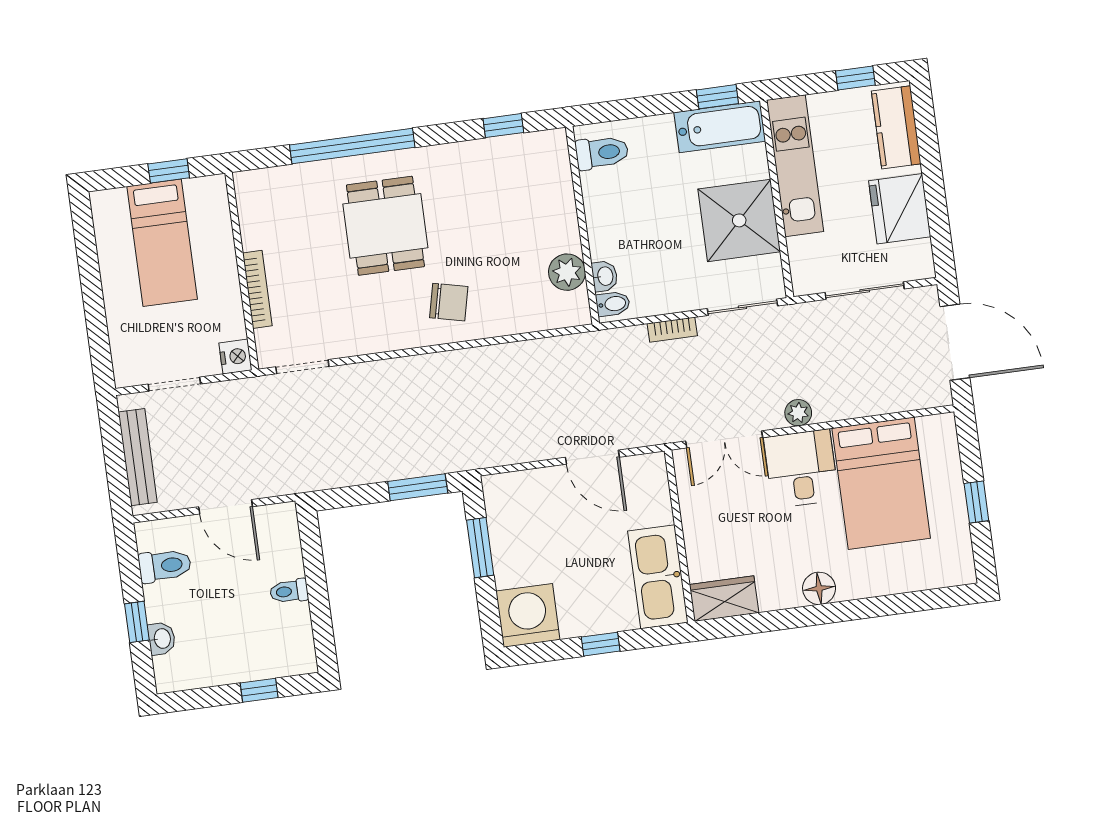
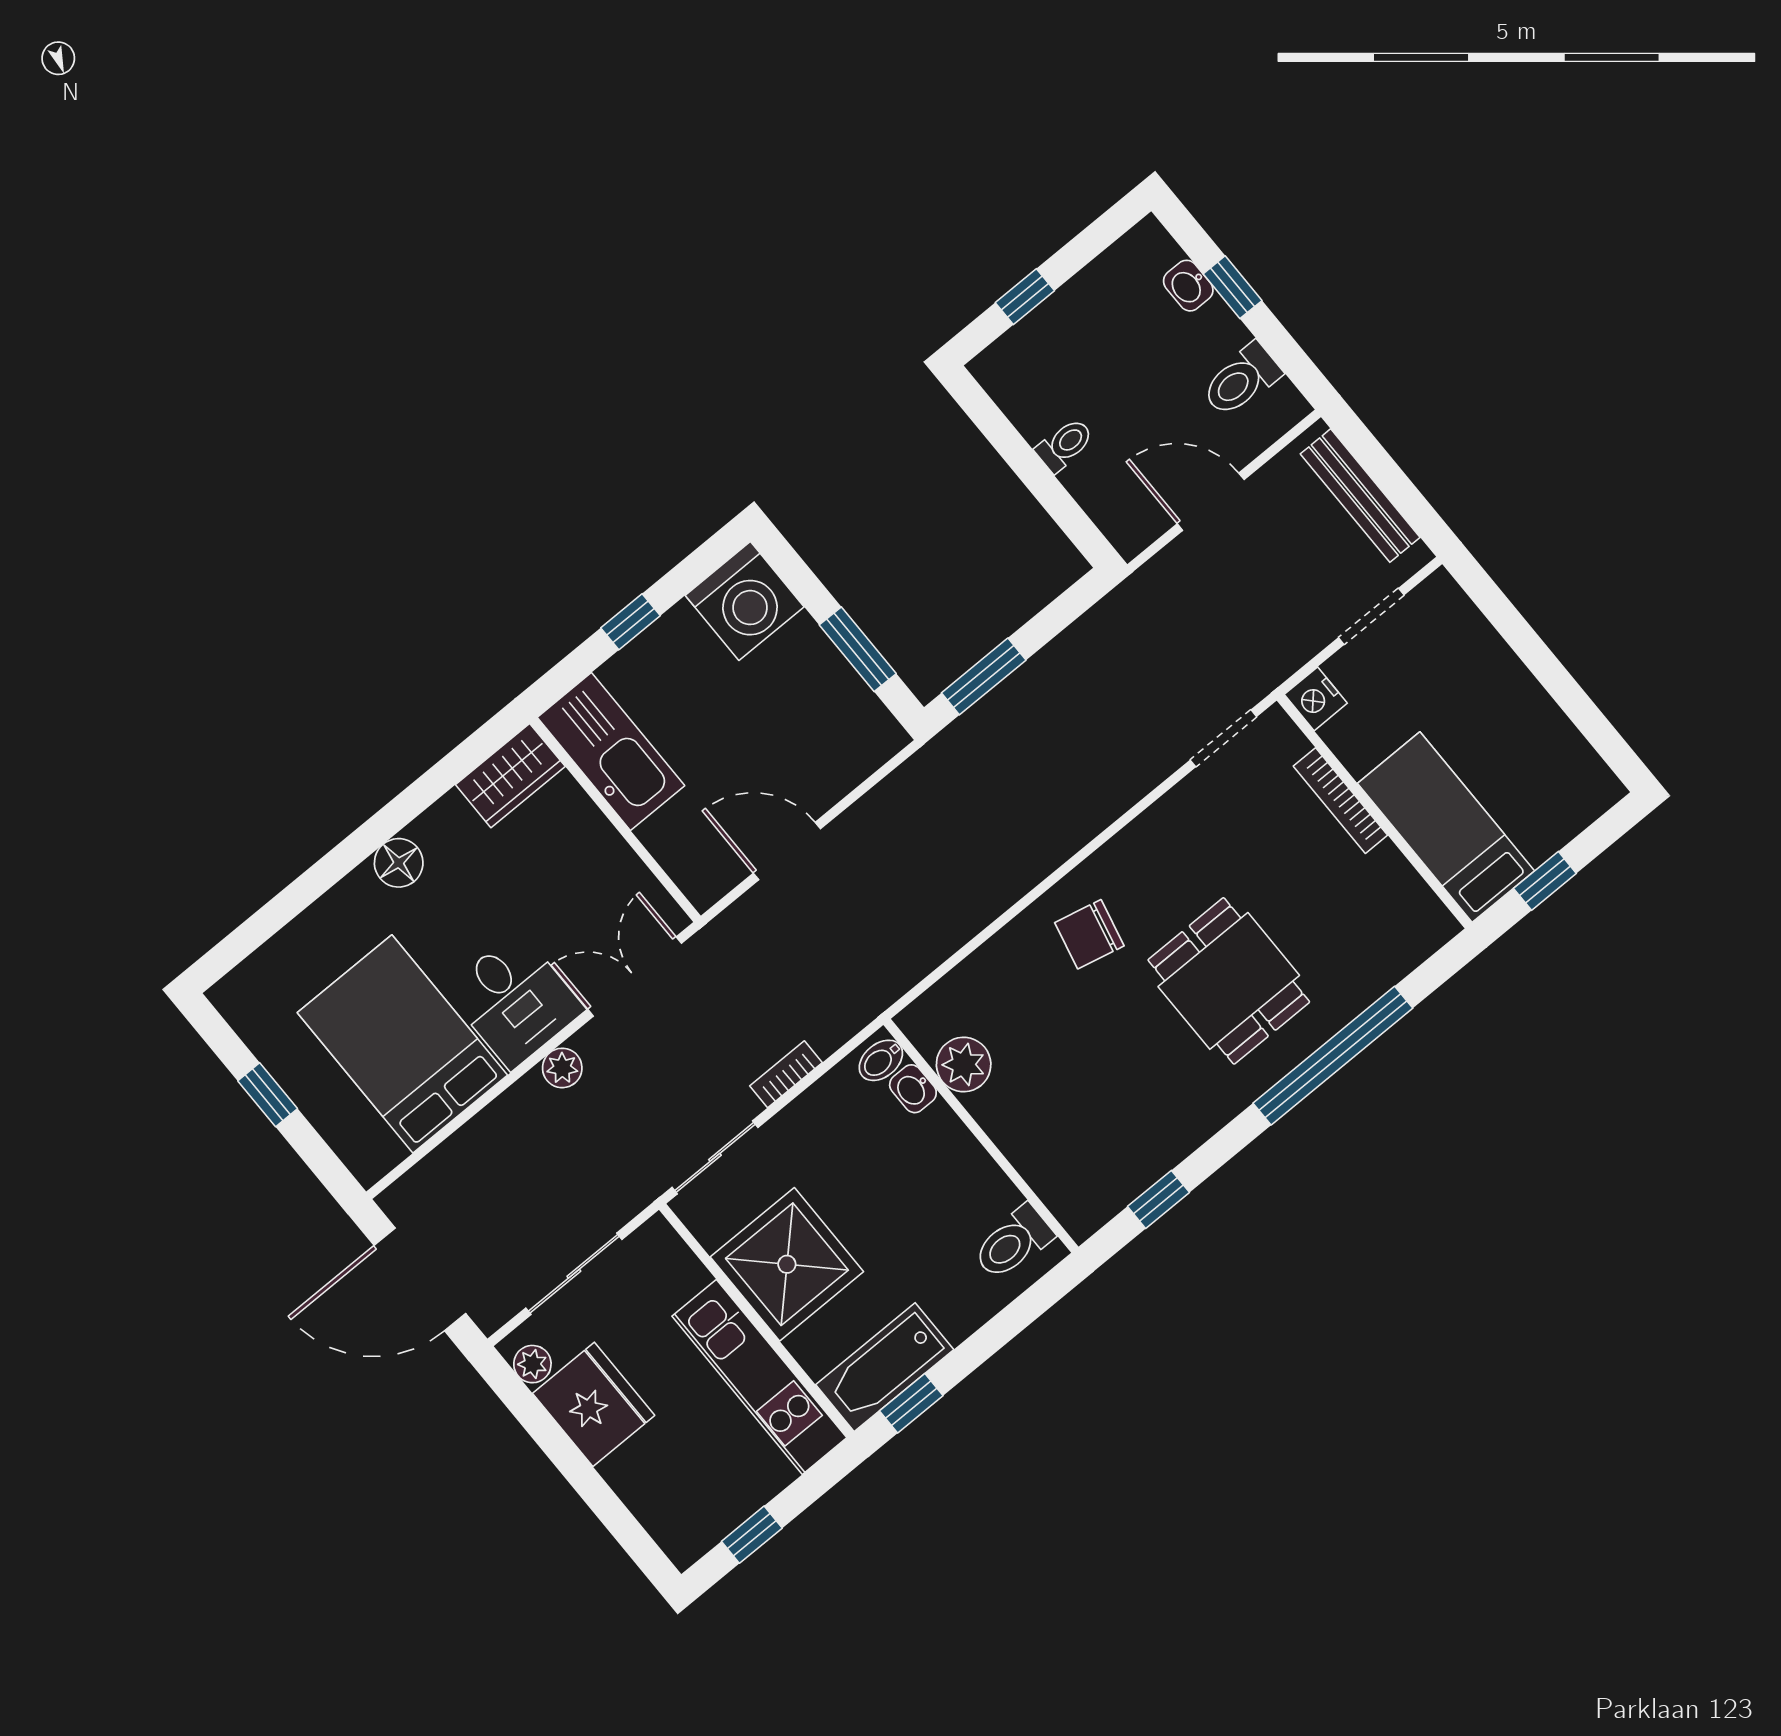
kitchen counter: (896, 127) -> (662, 1504), removed
bed: (162, 243) -> (1446, 827), moved
plant: (920, 254) -> (532, 1364), added

